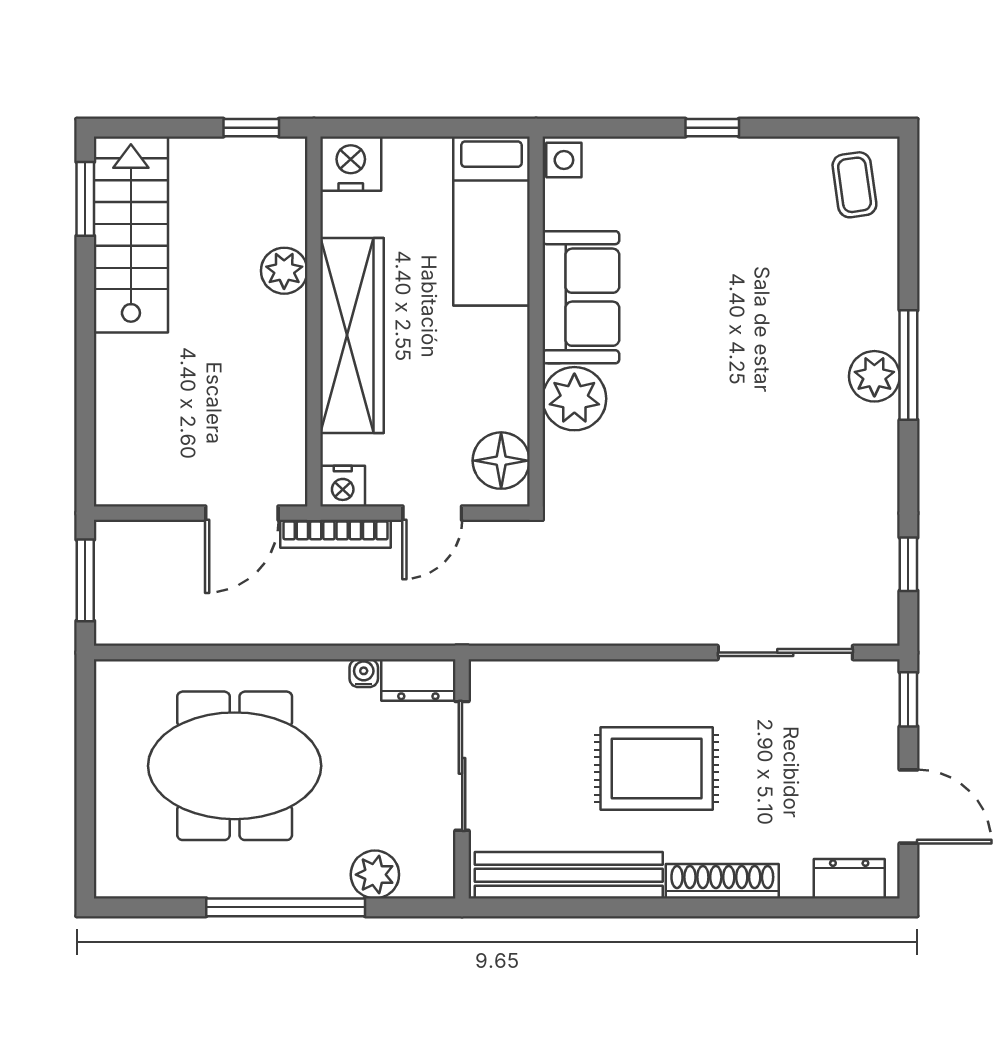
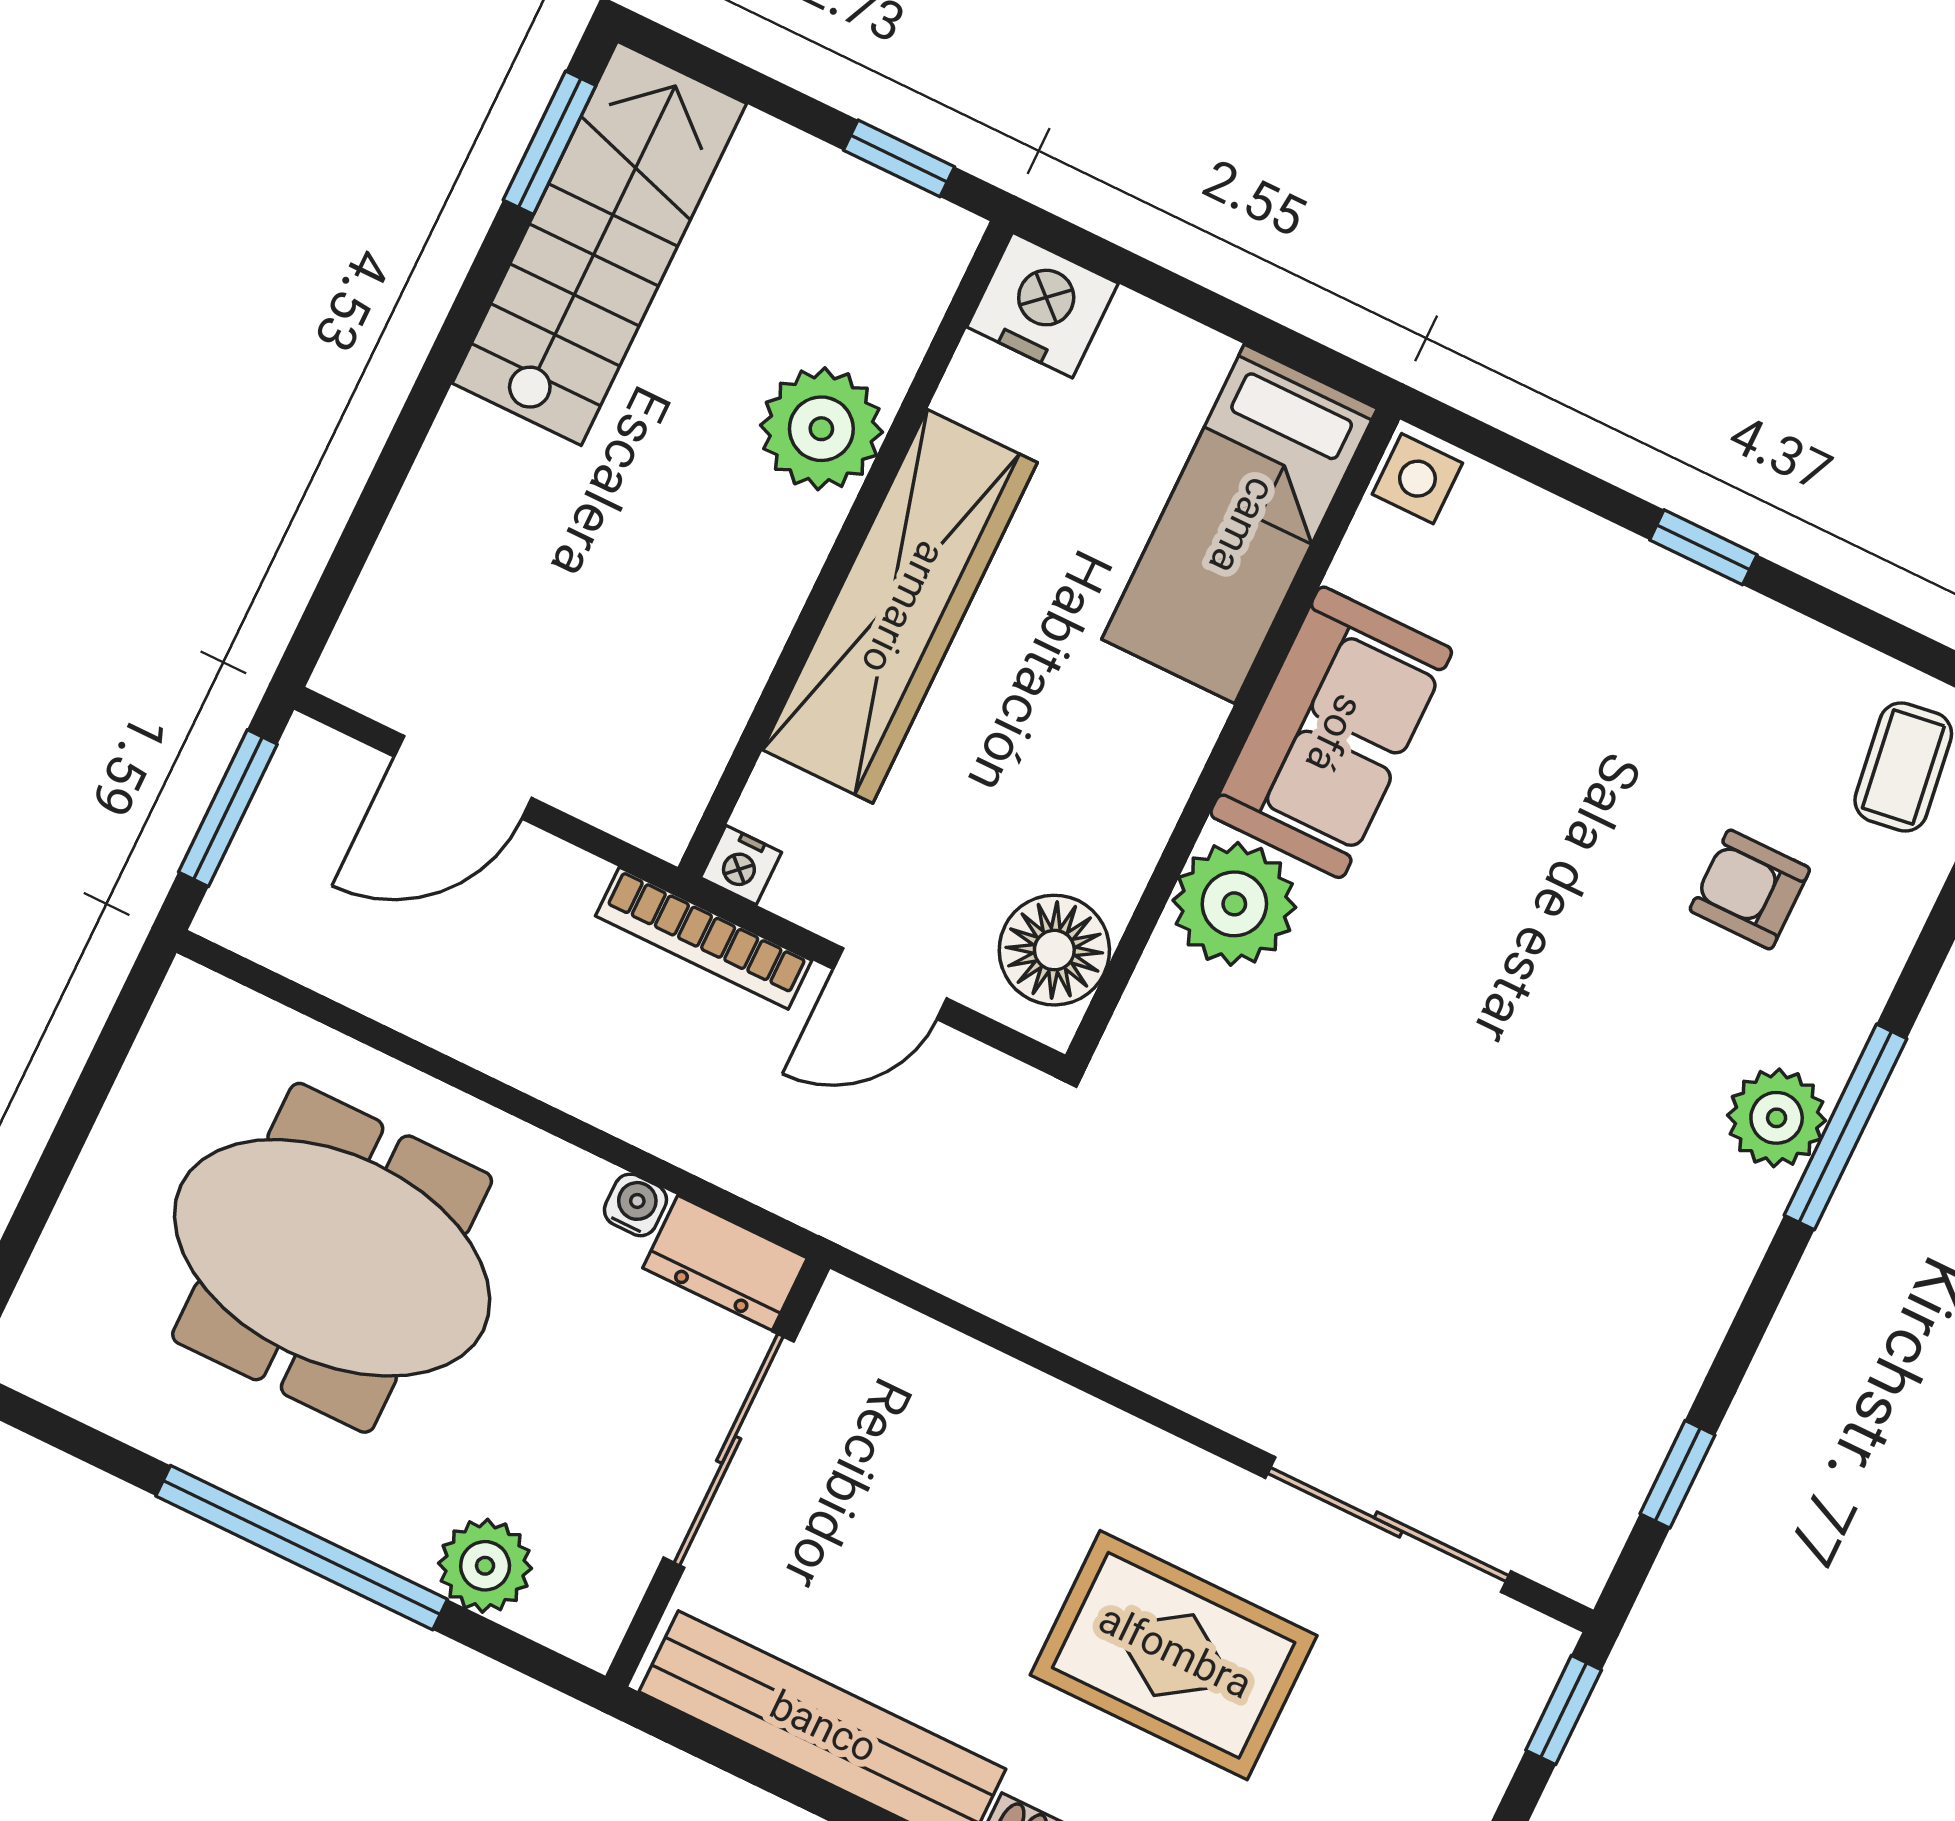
plant: (284, 271) -> (821, 429), width x1.36, depth x1.36
armchair: (811, 276) -> (1750, 889), added
nightstand: (343, 486) -> (741, 865), width x0.72, depth x0.74
door: (242, 513) -> (463, 777), moved
rug: (657, 768) -> (1174, 1655), moved

